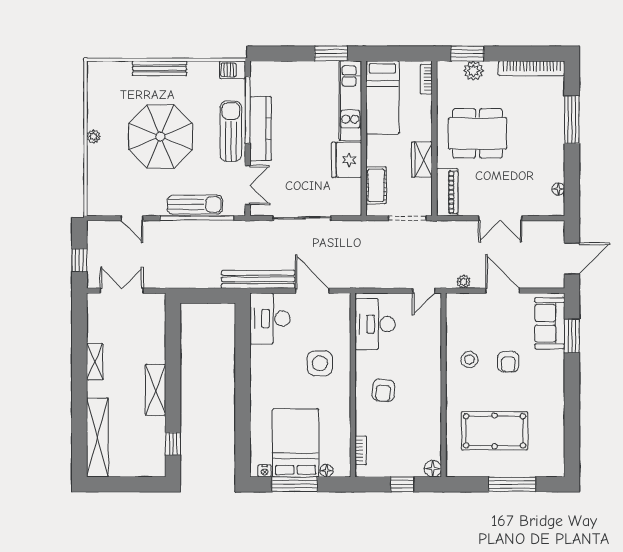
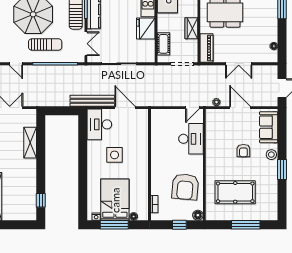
sun lounger: (195, 205) -> (45, 45), moved
desk: (375, 324) -> (191, 139), moved, turned 180
window: (572, 336) -> (282, 170), moved
stool: (469, 360) -> (271, 155), moved
side table: (320, 363) -> (115, 155), moved
shelving: (155, 390) -> (30, 143), moved
armchair: (383, 391) -> (185, 187), moved, width x1.88, depth x1.88

